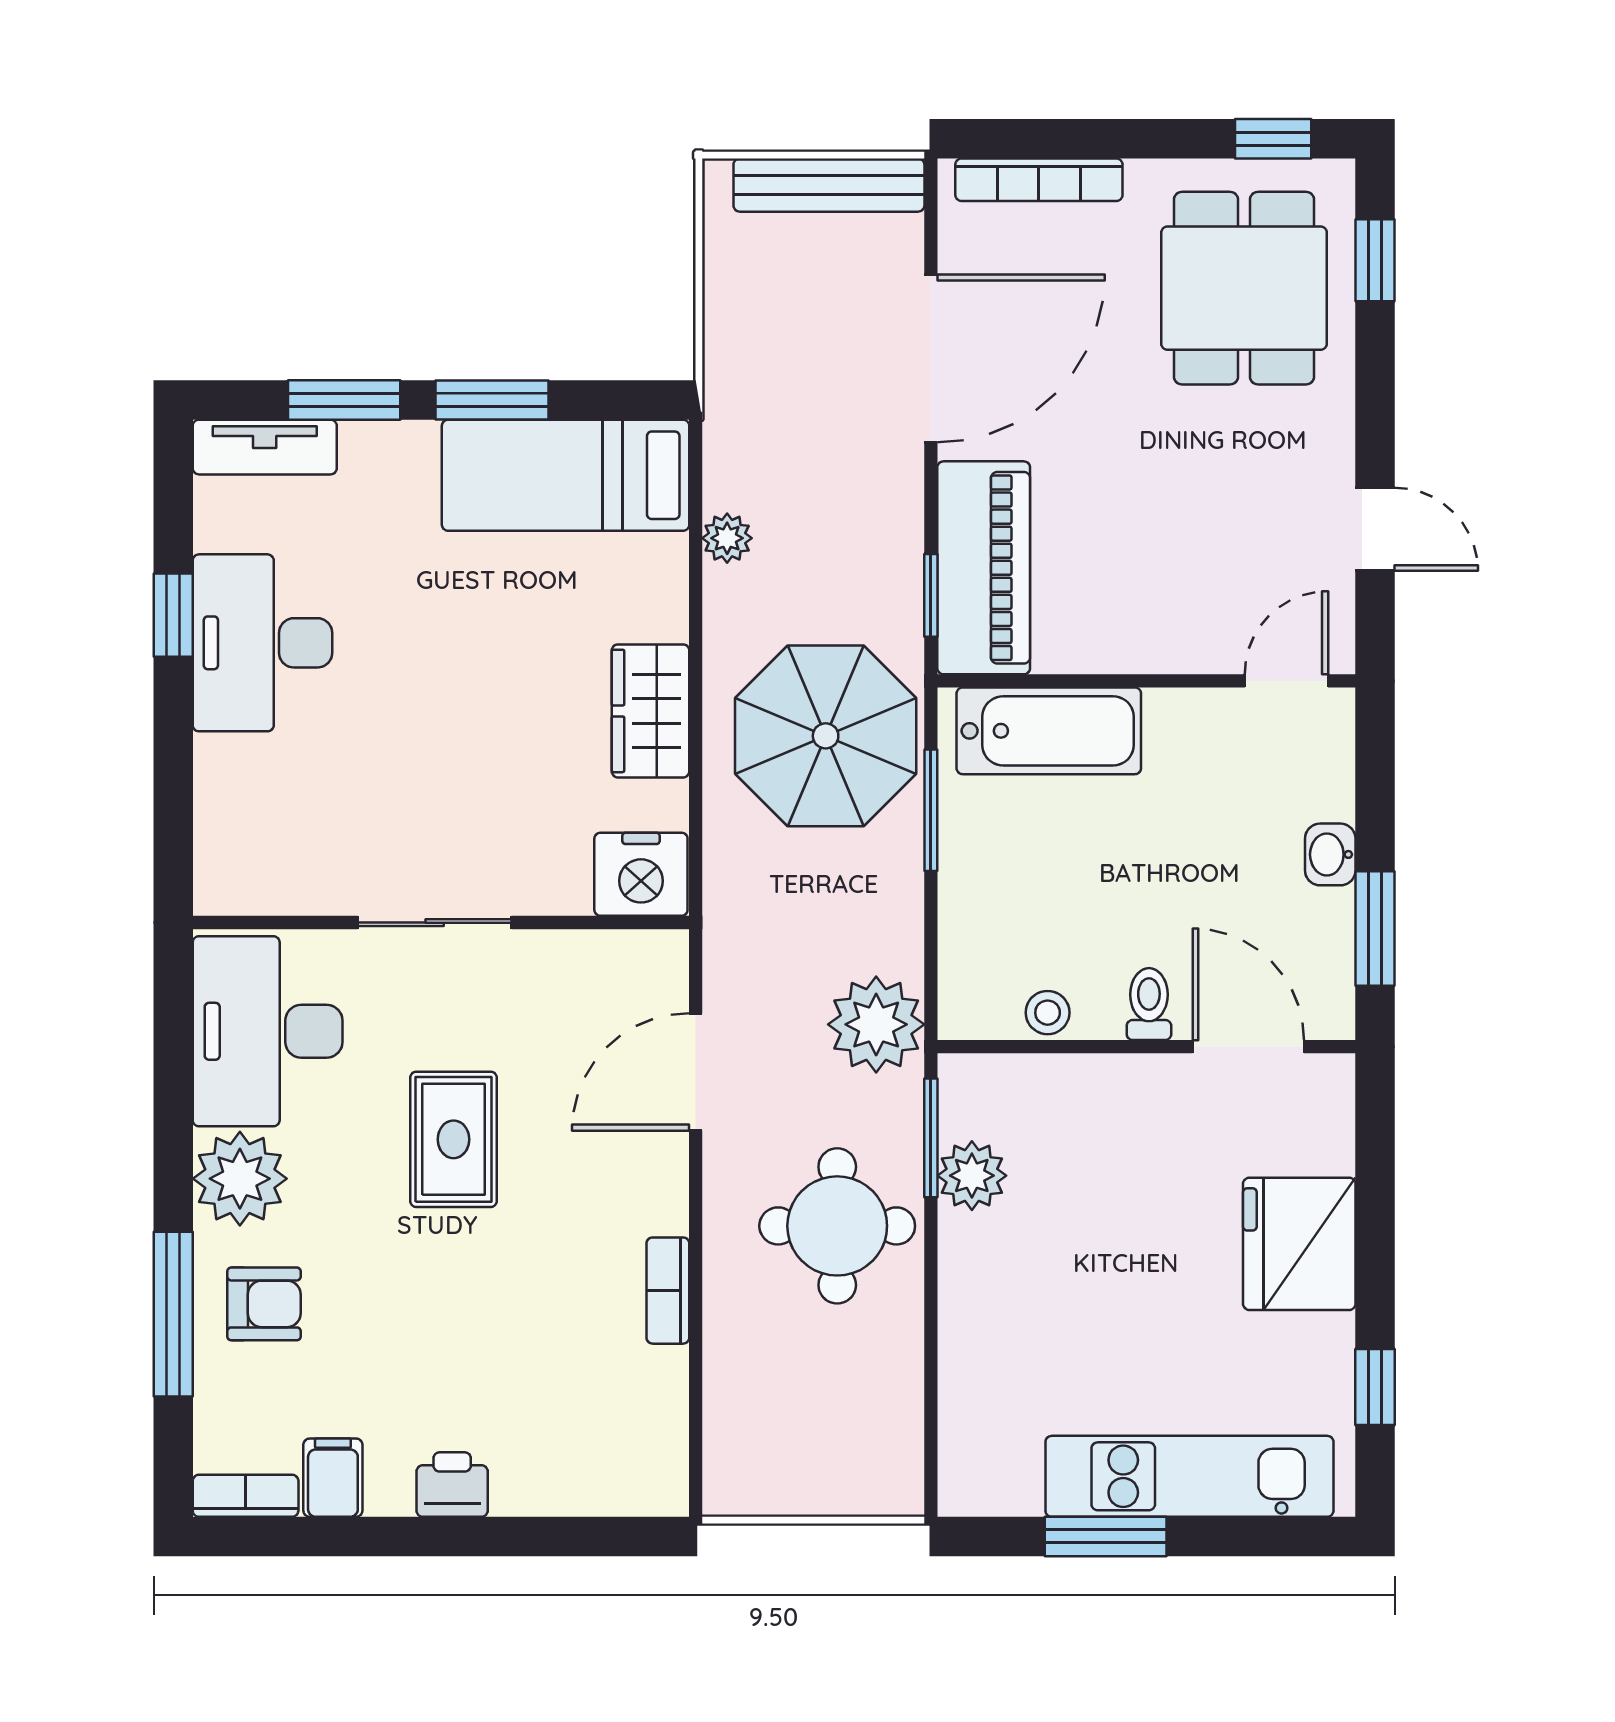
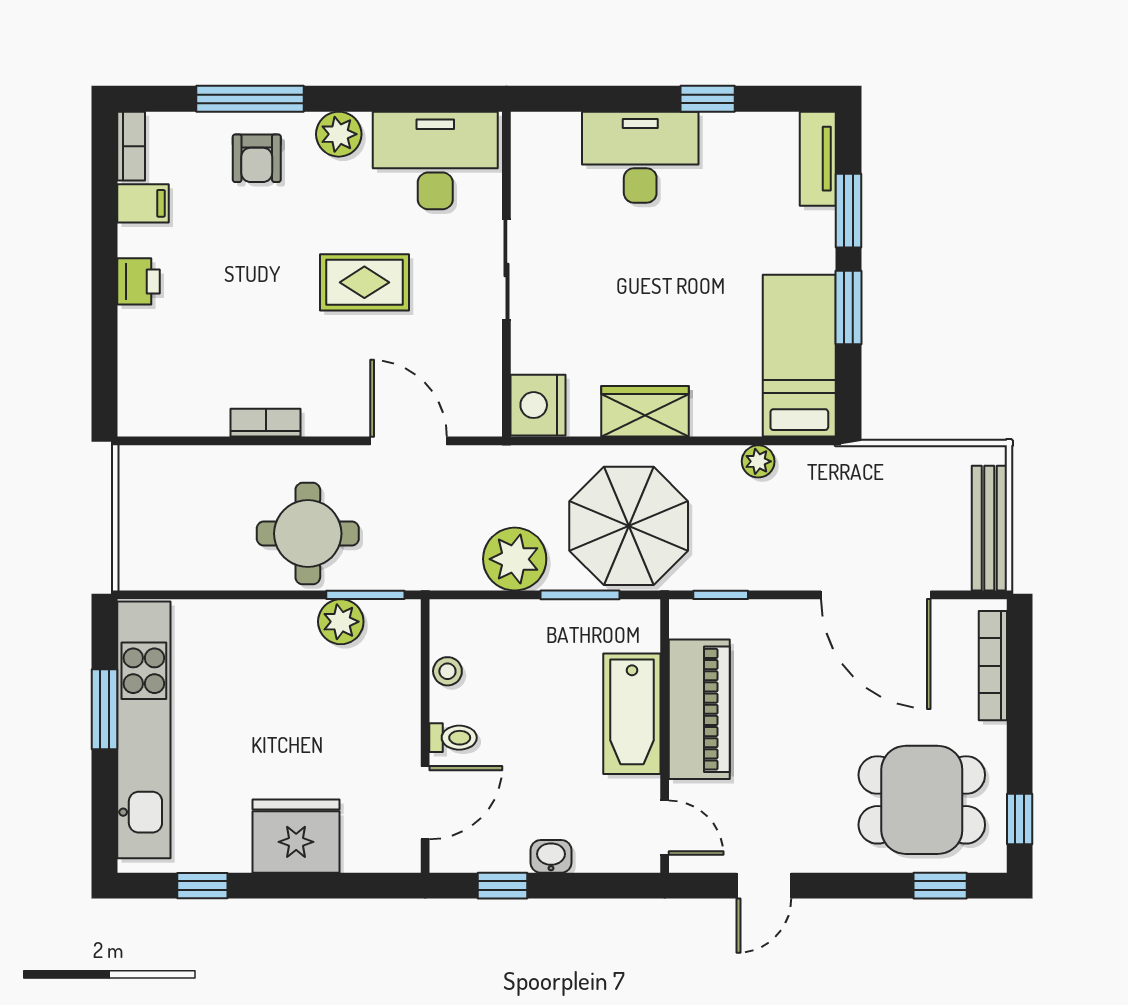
piano: (984, 568) -> (699, 709), moved, turned -90
desk: (262, 643) -> (640, 157), moved
bathtub: (1049, 731) -> (632, 714), moved
window: (1375, 929) -> (503, 886), width x0.67
plant: (876, 1024) -> (515, 559), moved
plant: (240, 1179) -> (339, 134), width x0.73, depth x0.73
kitchen unit: (1189, 1476) -> (144, 730), width x1.36

